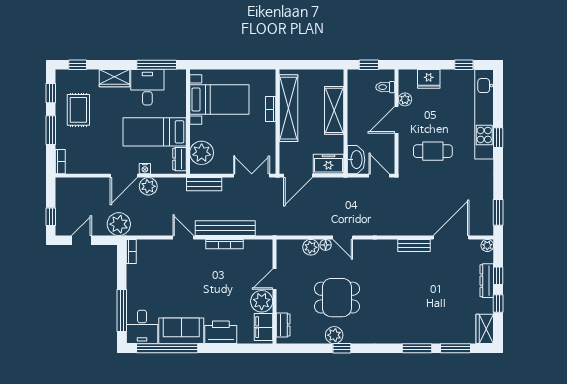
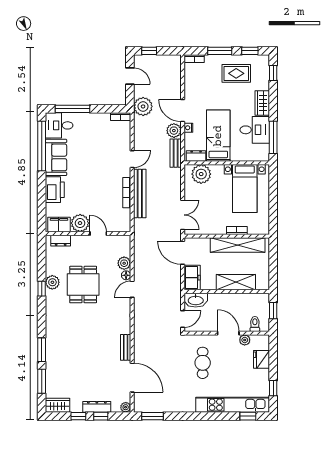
window: (498, 138) -> (248, 416), moved
bench: (204, 184) -> (176, 153), moved

